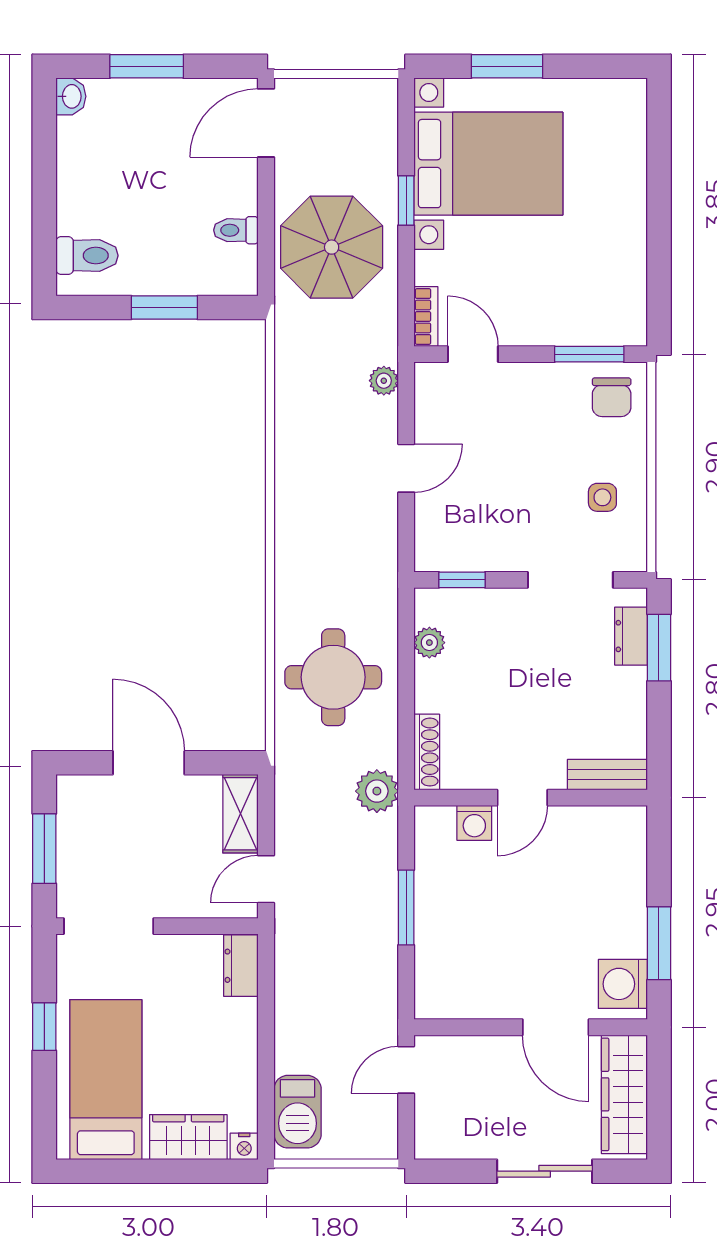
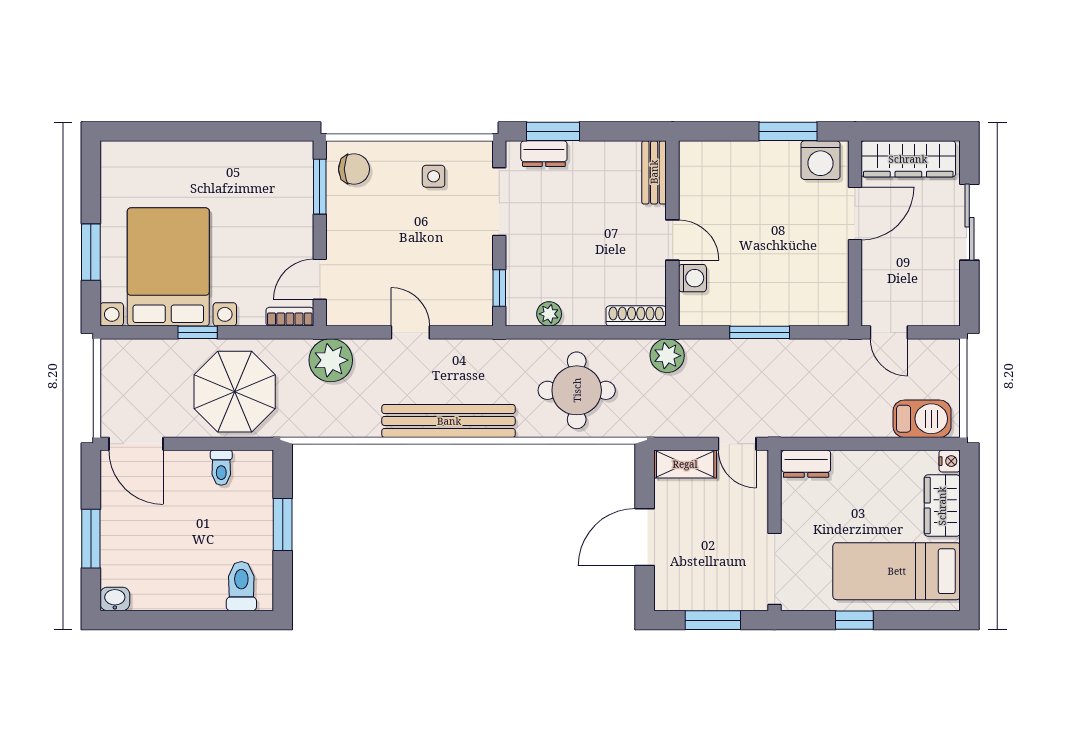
plant: (384, 381) -> (331, 360), width x1.88, depth x1.88
bench: (295, 516) -> (449, 421), added

